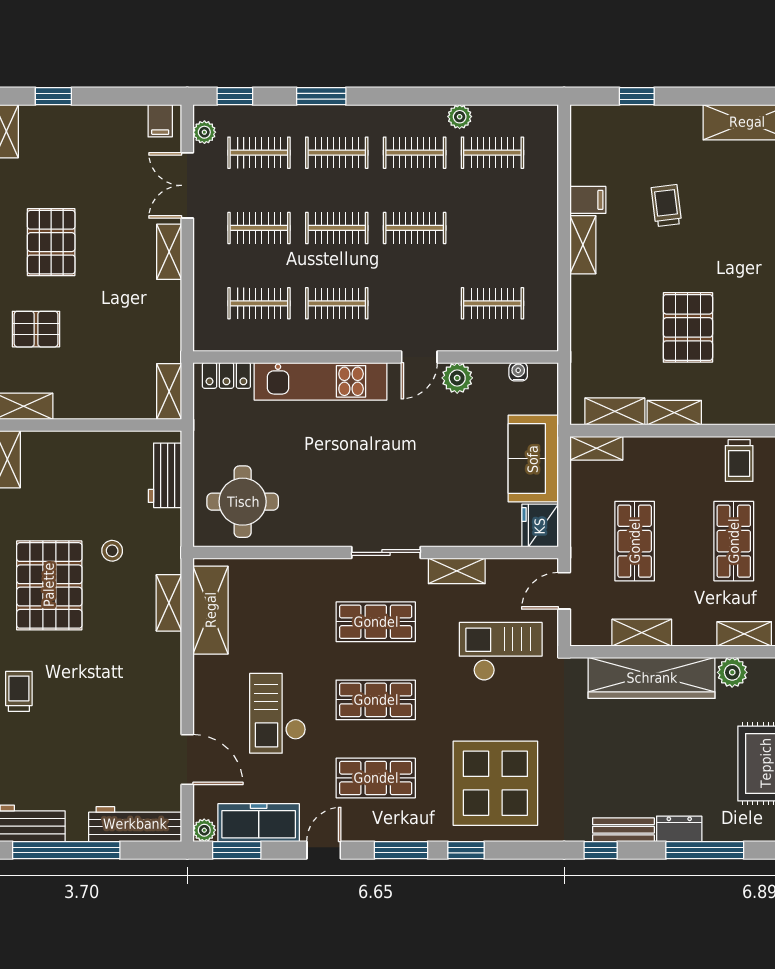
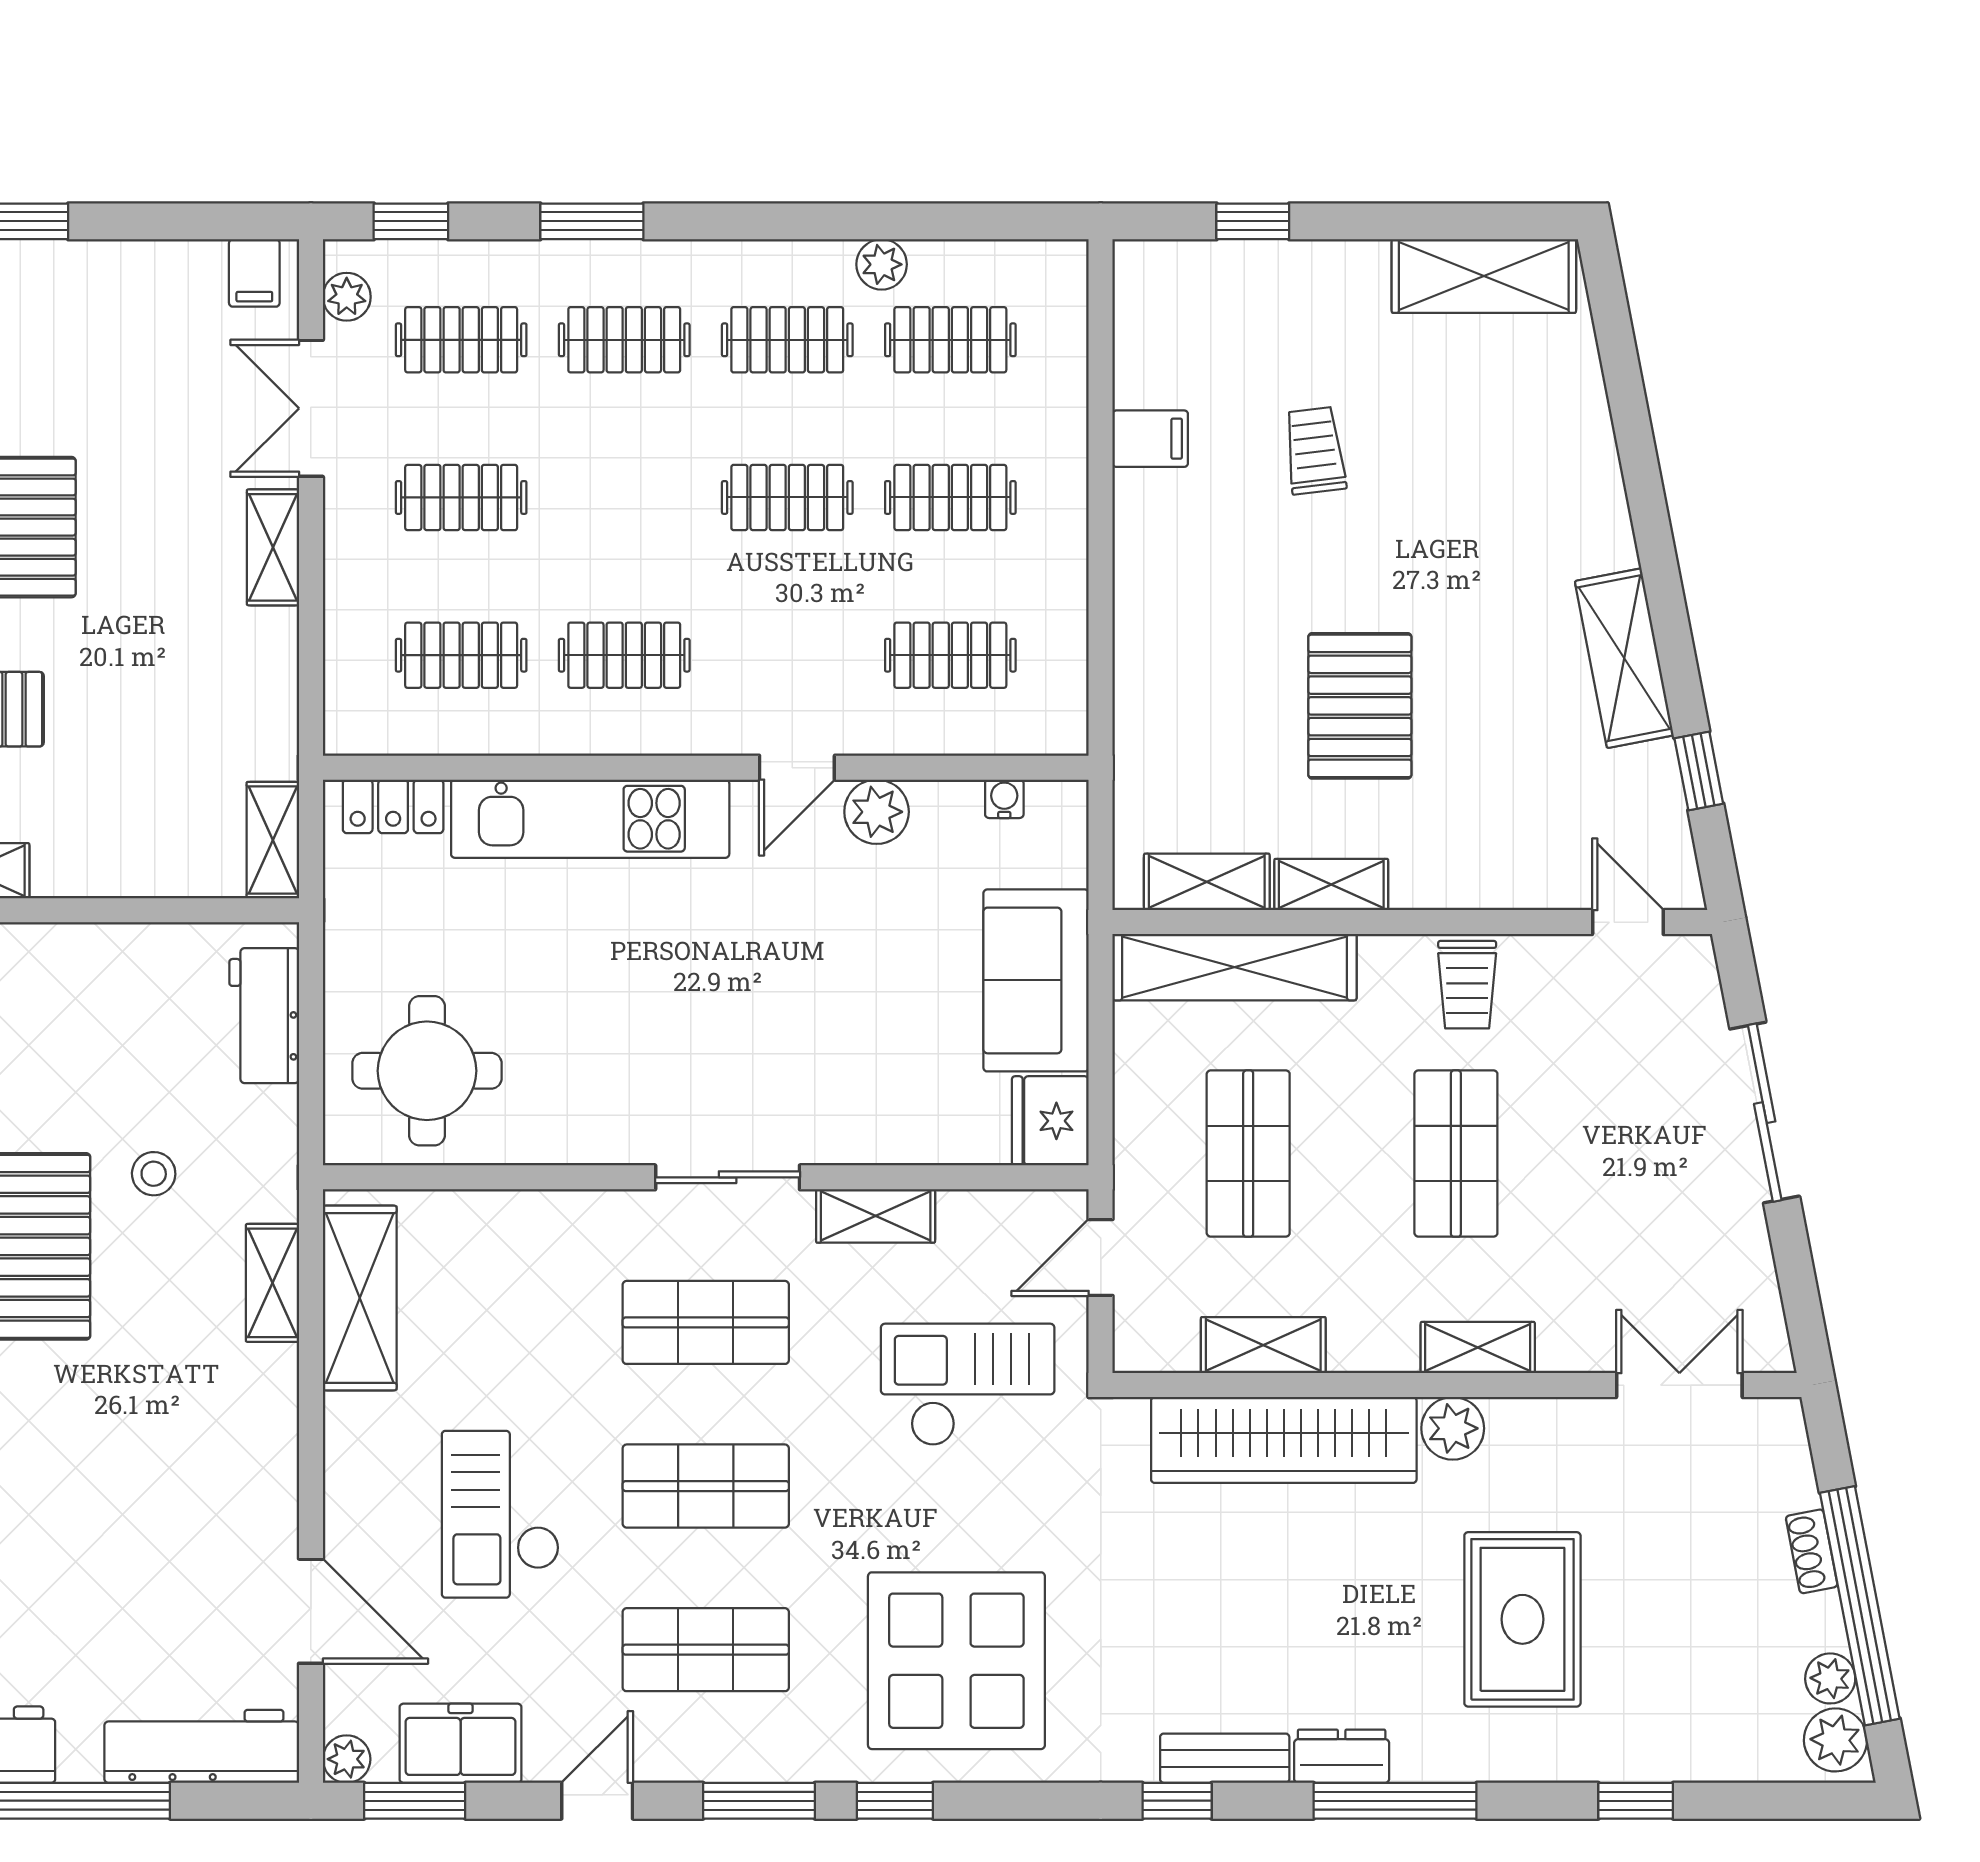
clothes rail: (337, 228) -> (950, 497), moved
shelving: (583, 245) -> (1140, 533), removed
shelving: (596, 448) -> (1235, 967), width x2.20, depth x1.33
freezer: (259, 823) -> (461, 1743), width x0.71

